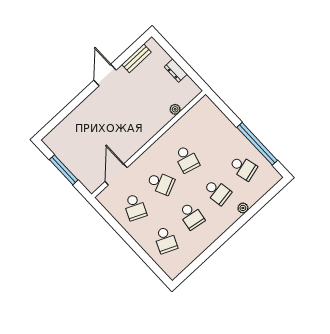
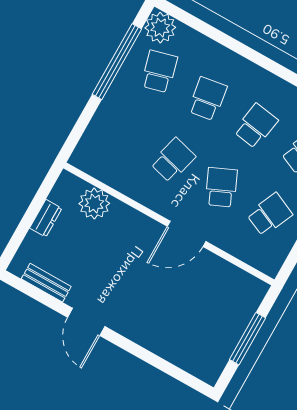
door: (105, 75) -> (86, 322), hinge flipped
plant: (175, 109) -> (94, 204), width x1.87, depth x1.87
door: (116, 175) -> (187, 234), moved
plant: (243, 208) -> (160, 28), moved, width x1.88, depth x1.88

